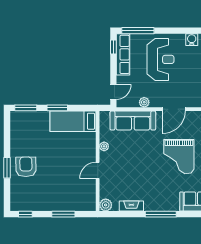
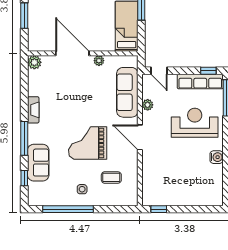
reception desk: (161, 59) -> (195, 123), turned 180
door: (98, 170) -> (72, 53), width x1.88
fireplace: (131, 206) -> (33, 110), moved
window: (161, 214) -> (24, 138), moved

